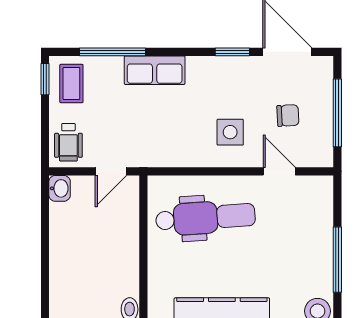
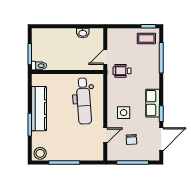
row of seats: (155, 70) -> (153, 103), moved
wheelchair: (68, 142) -> (122, 71), moved
door: (111, 171) -> (105, 57), hinge flipped
washbasin: (60, 188) -> (83, 33), moved

